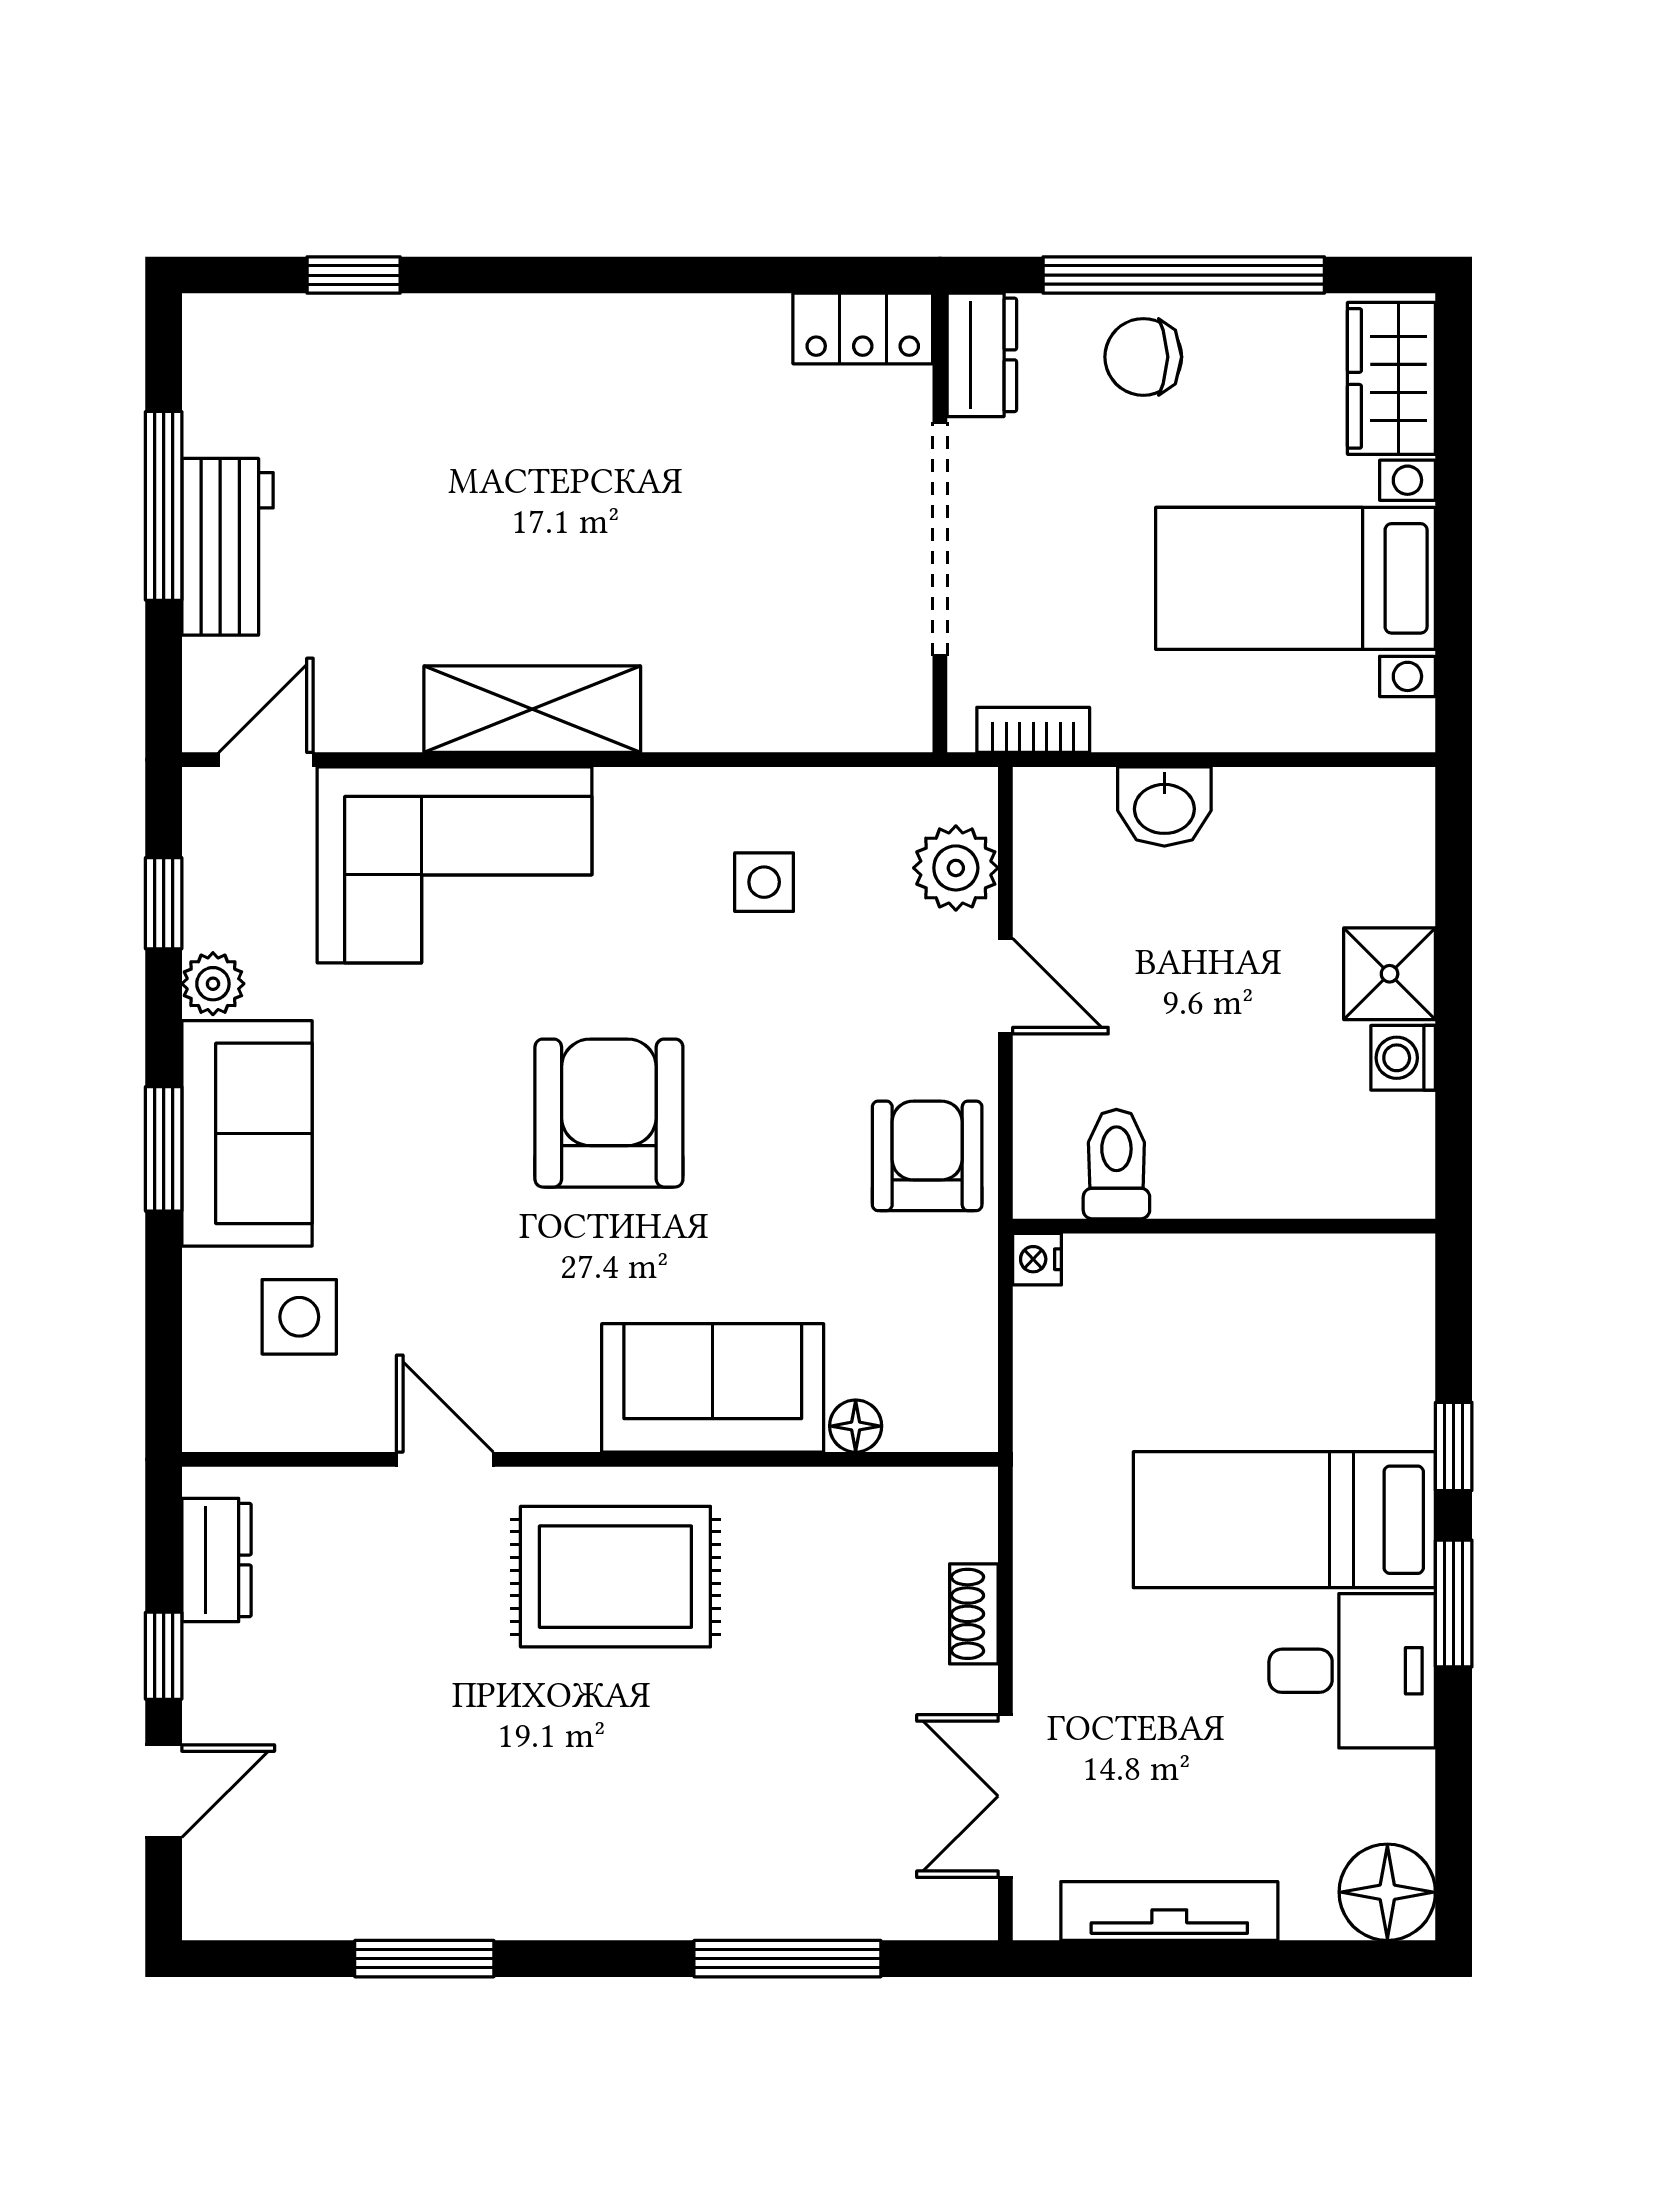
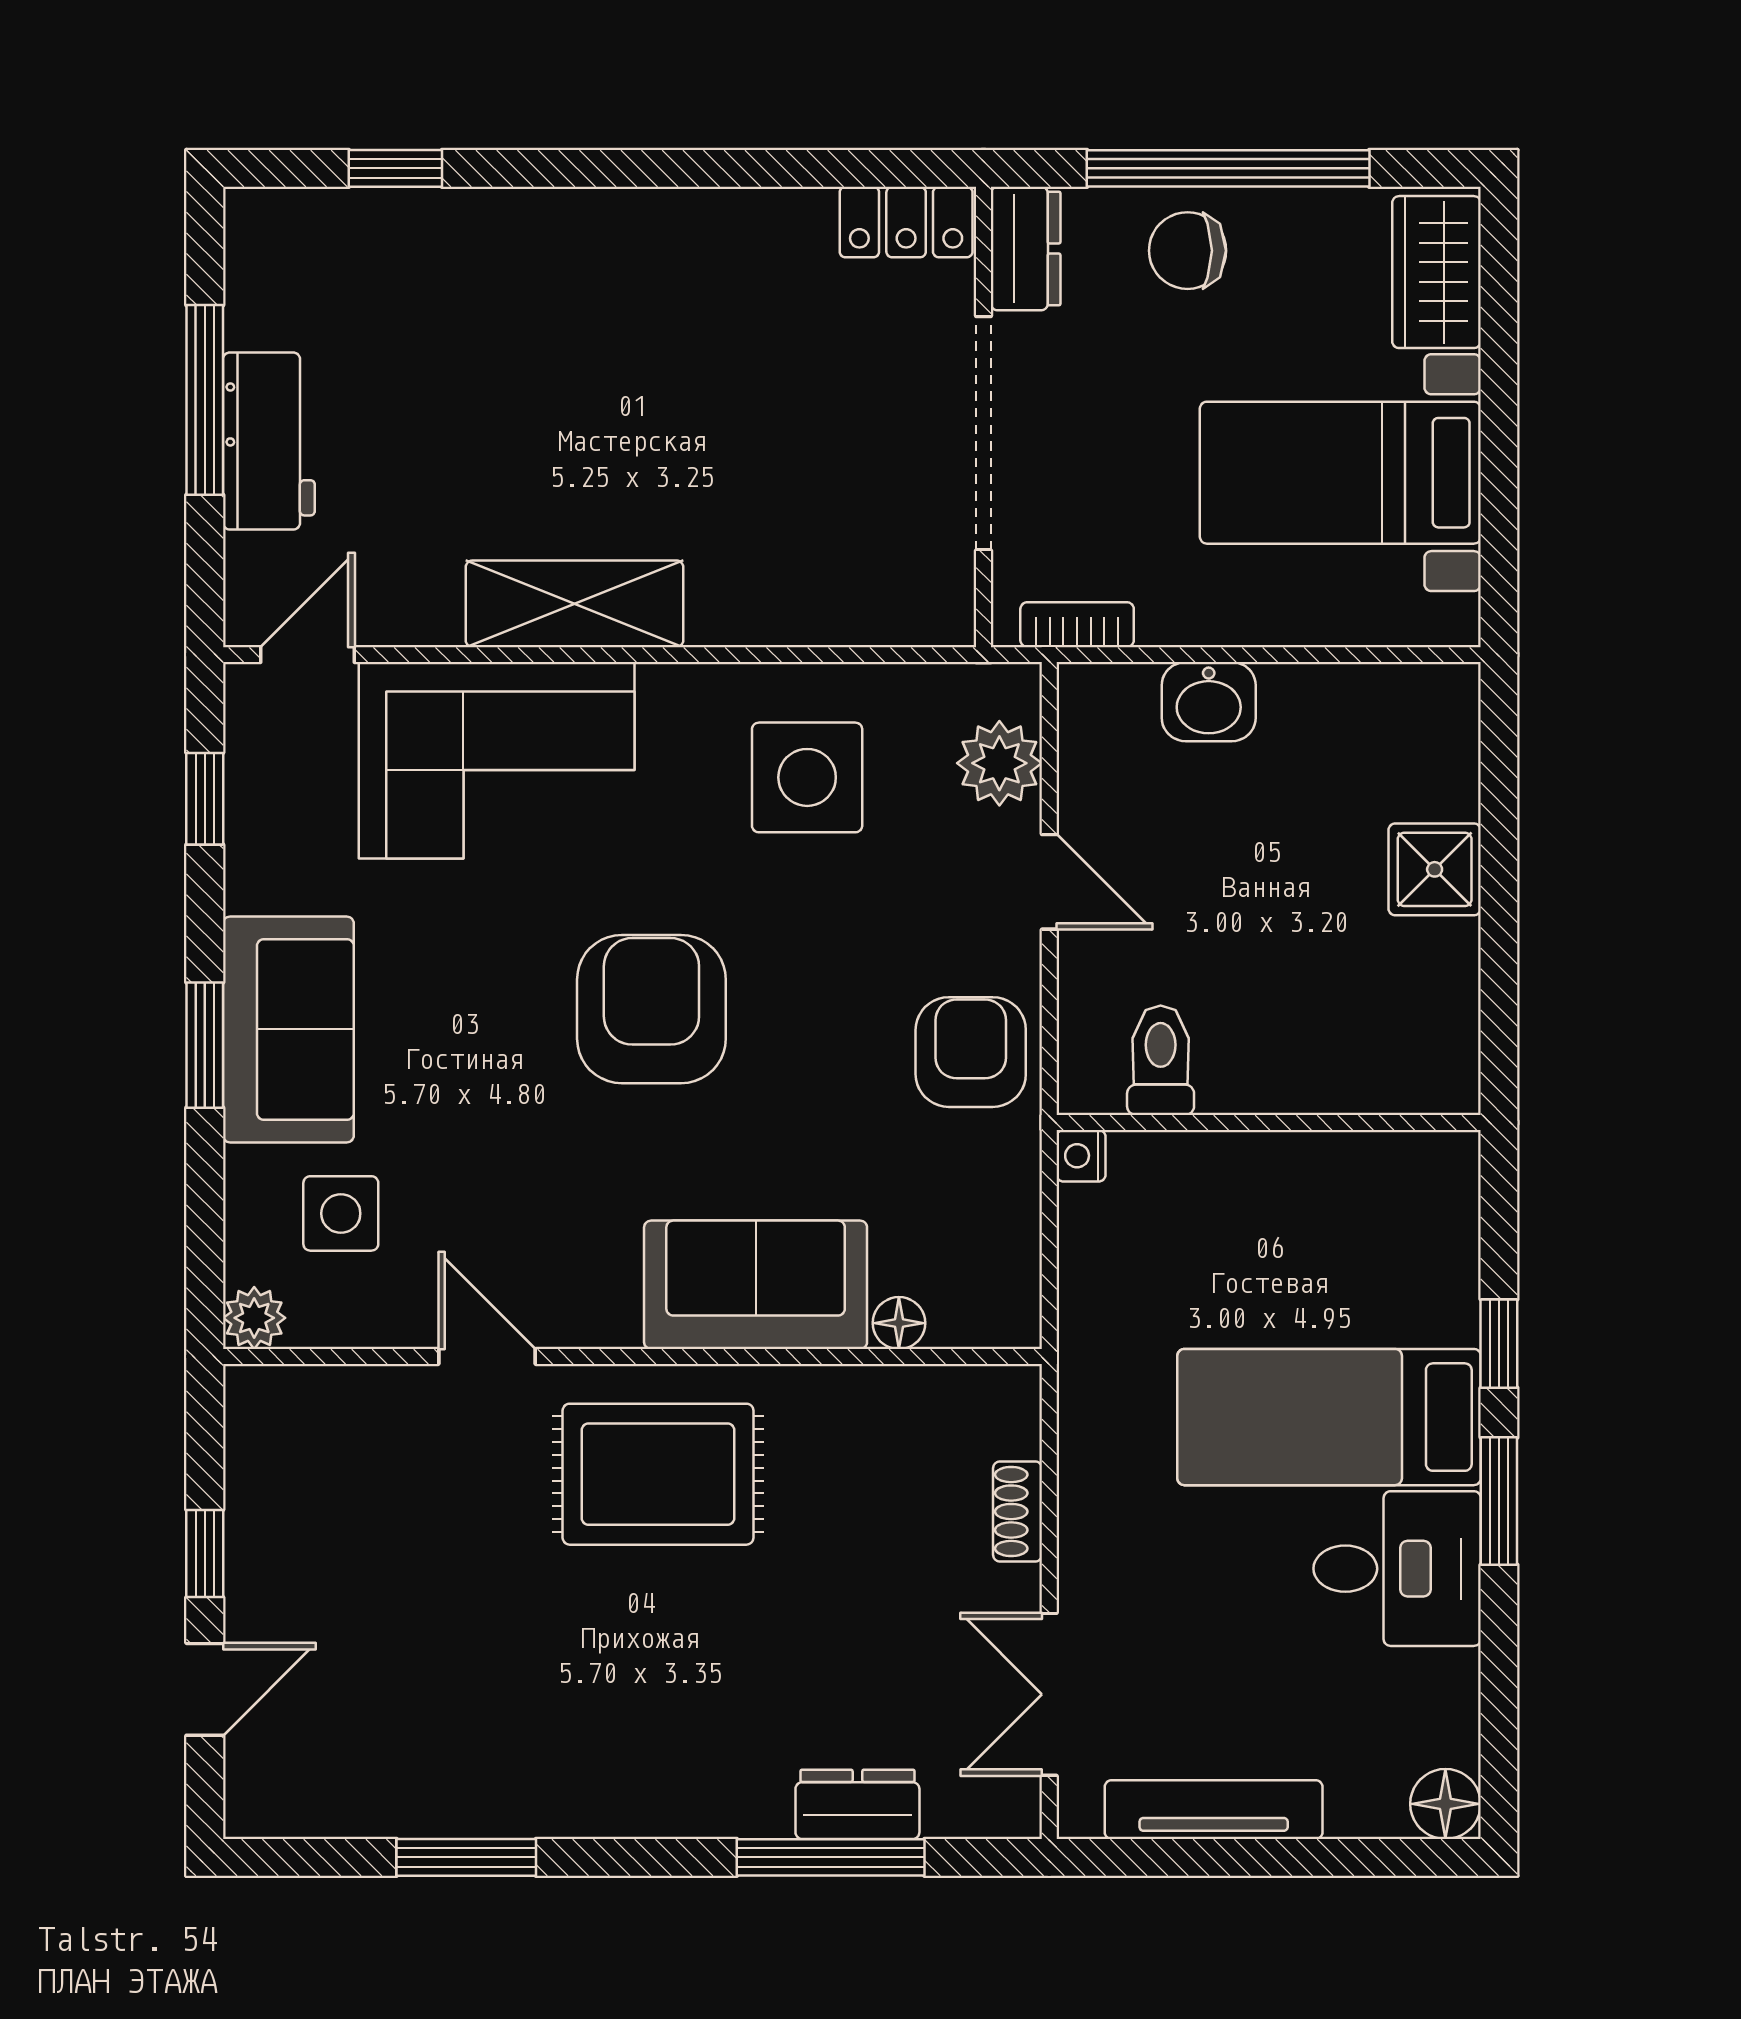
side table: (764, 882) -> (807, 777), width x1.87, depth x1.87
plant: (213, 984) -> (254, 1318), moved
washing machine: (1403, 1058) -> (1448, 954), removed
dresser: (217, 1560) -> (857, 1804), moved, turned -90
floor lamp: (1387, 1892) -> (1445, 1804), width x0.73, depth x0.73

